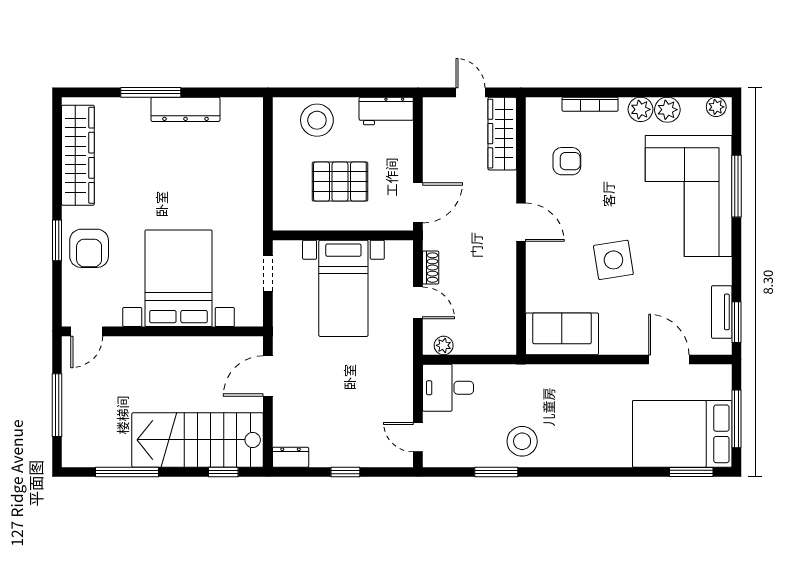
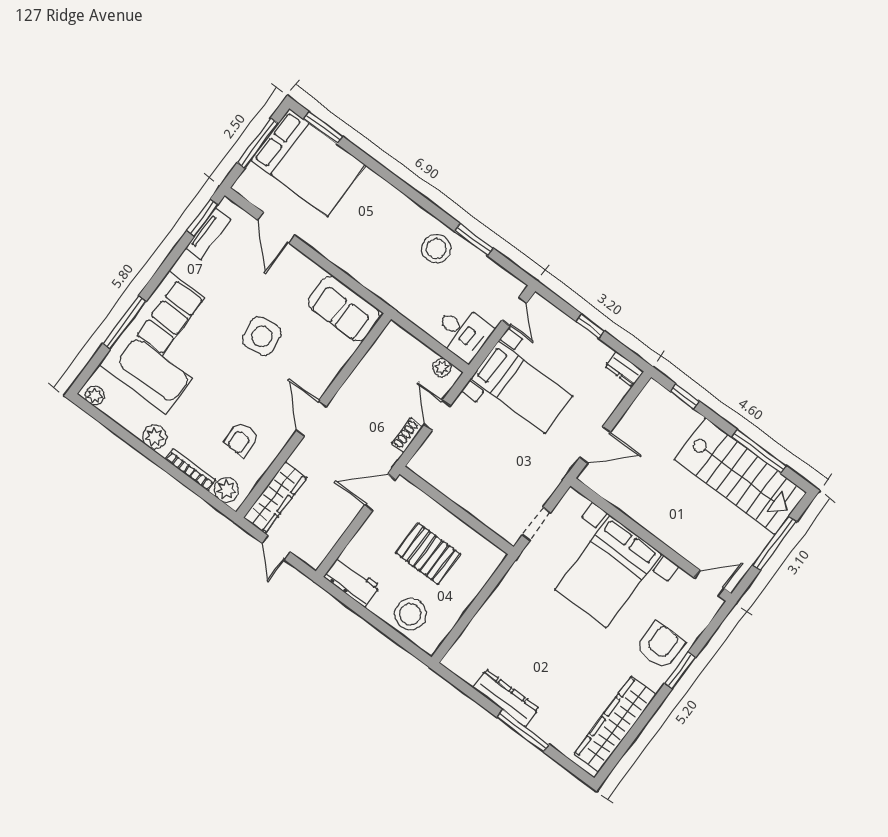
plant: (667, 110) -> (226, 490), moved
armchair: (567, 161) -> (241, 439), turned -90
bed with nightstands: (343, 288) -> (522, 387), moved, turned 90
stairs: (198, 440) -> (740, 476), moved

